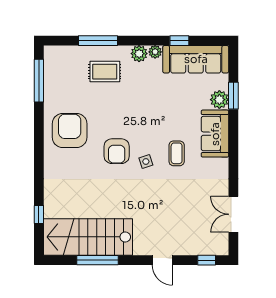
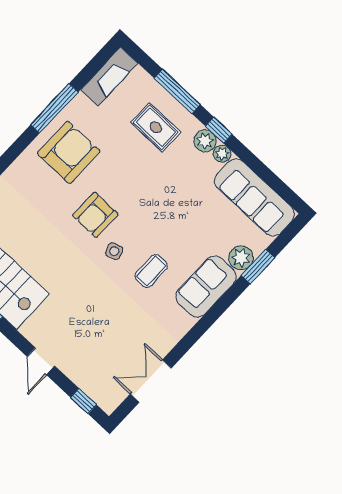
window: (179, 41) -> (219, 130), moved
fireplace: (53, 67) -> (109, 76), added
window: (39, 81) -> (54, 108), moved

